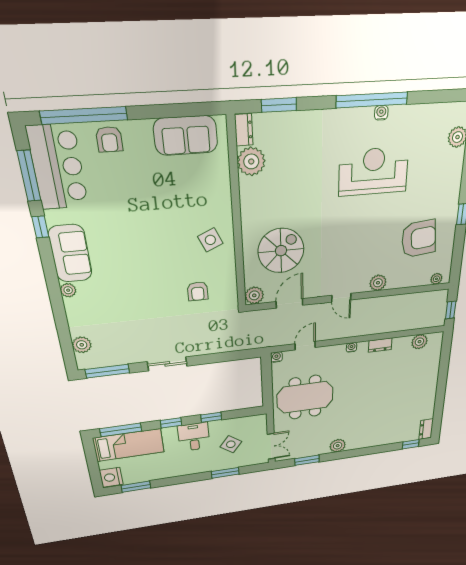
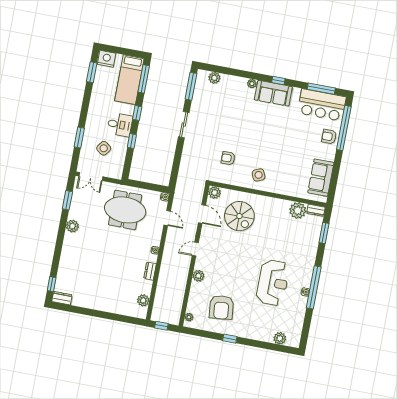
window: (40, 227) -> (278, 81), moved
meeting table: (305, 397) -> (125, 210), turned 90

